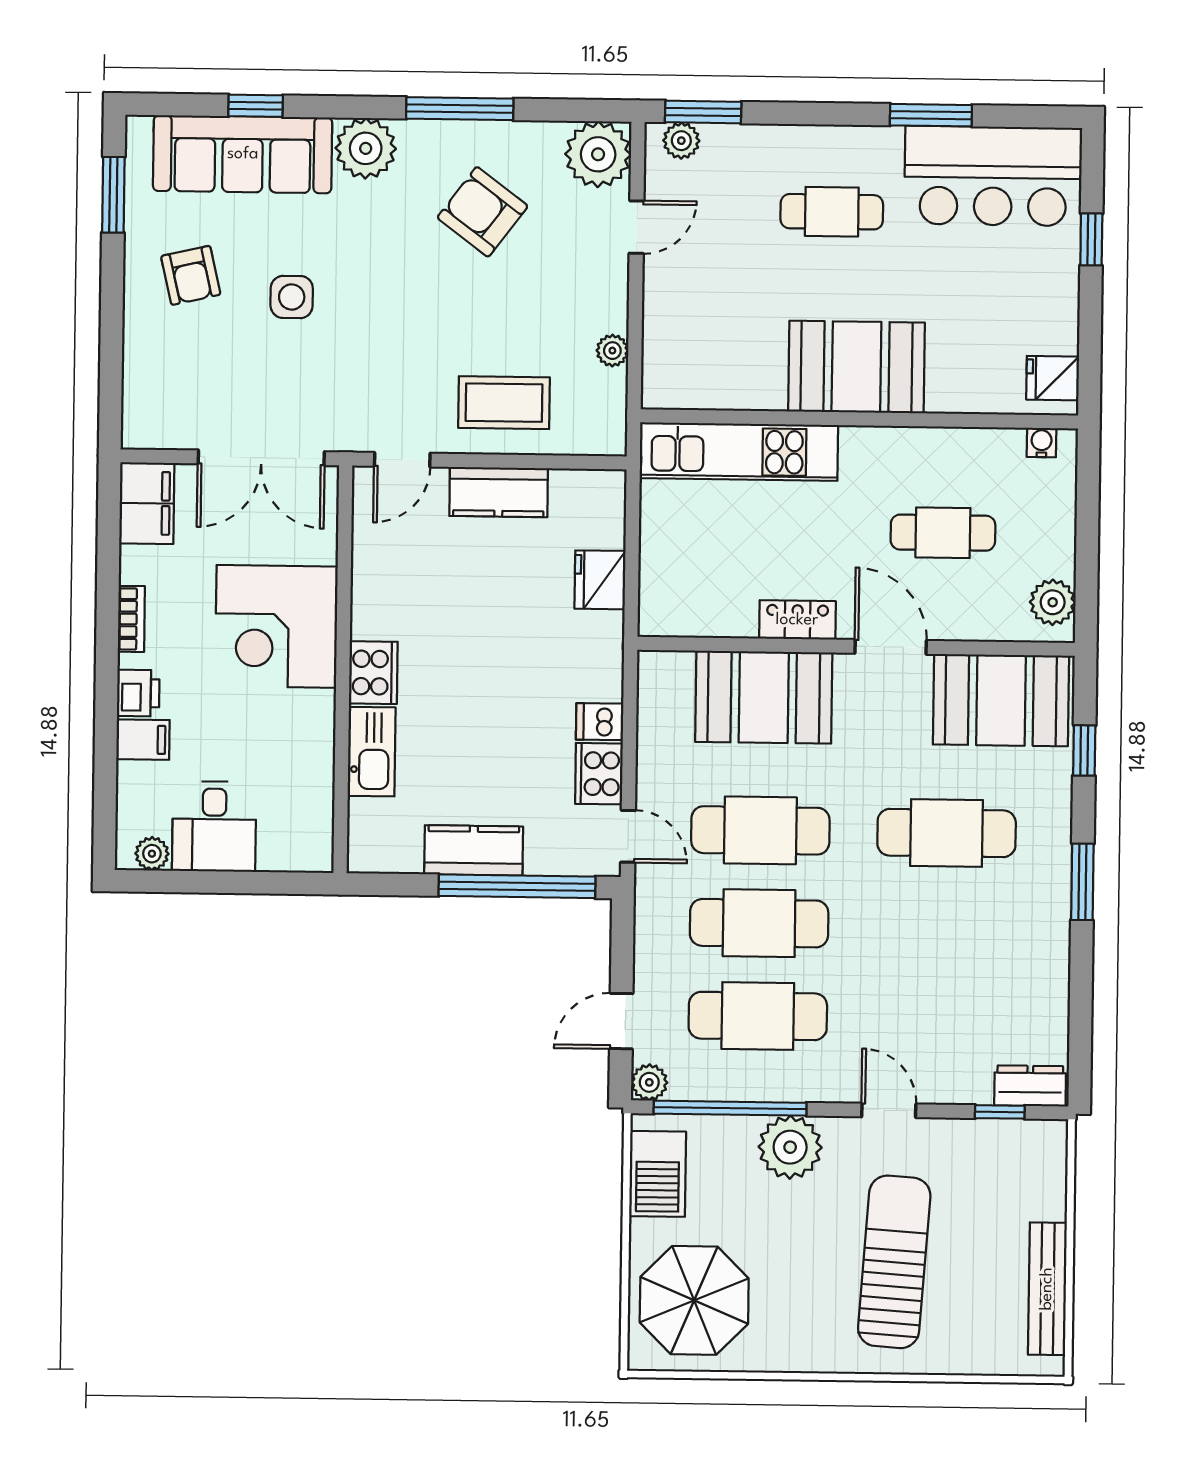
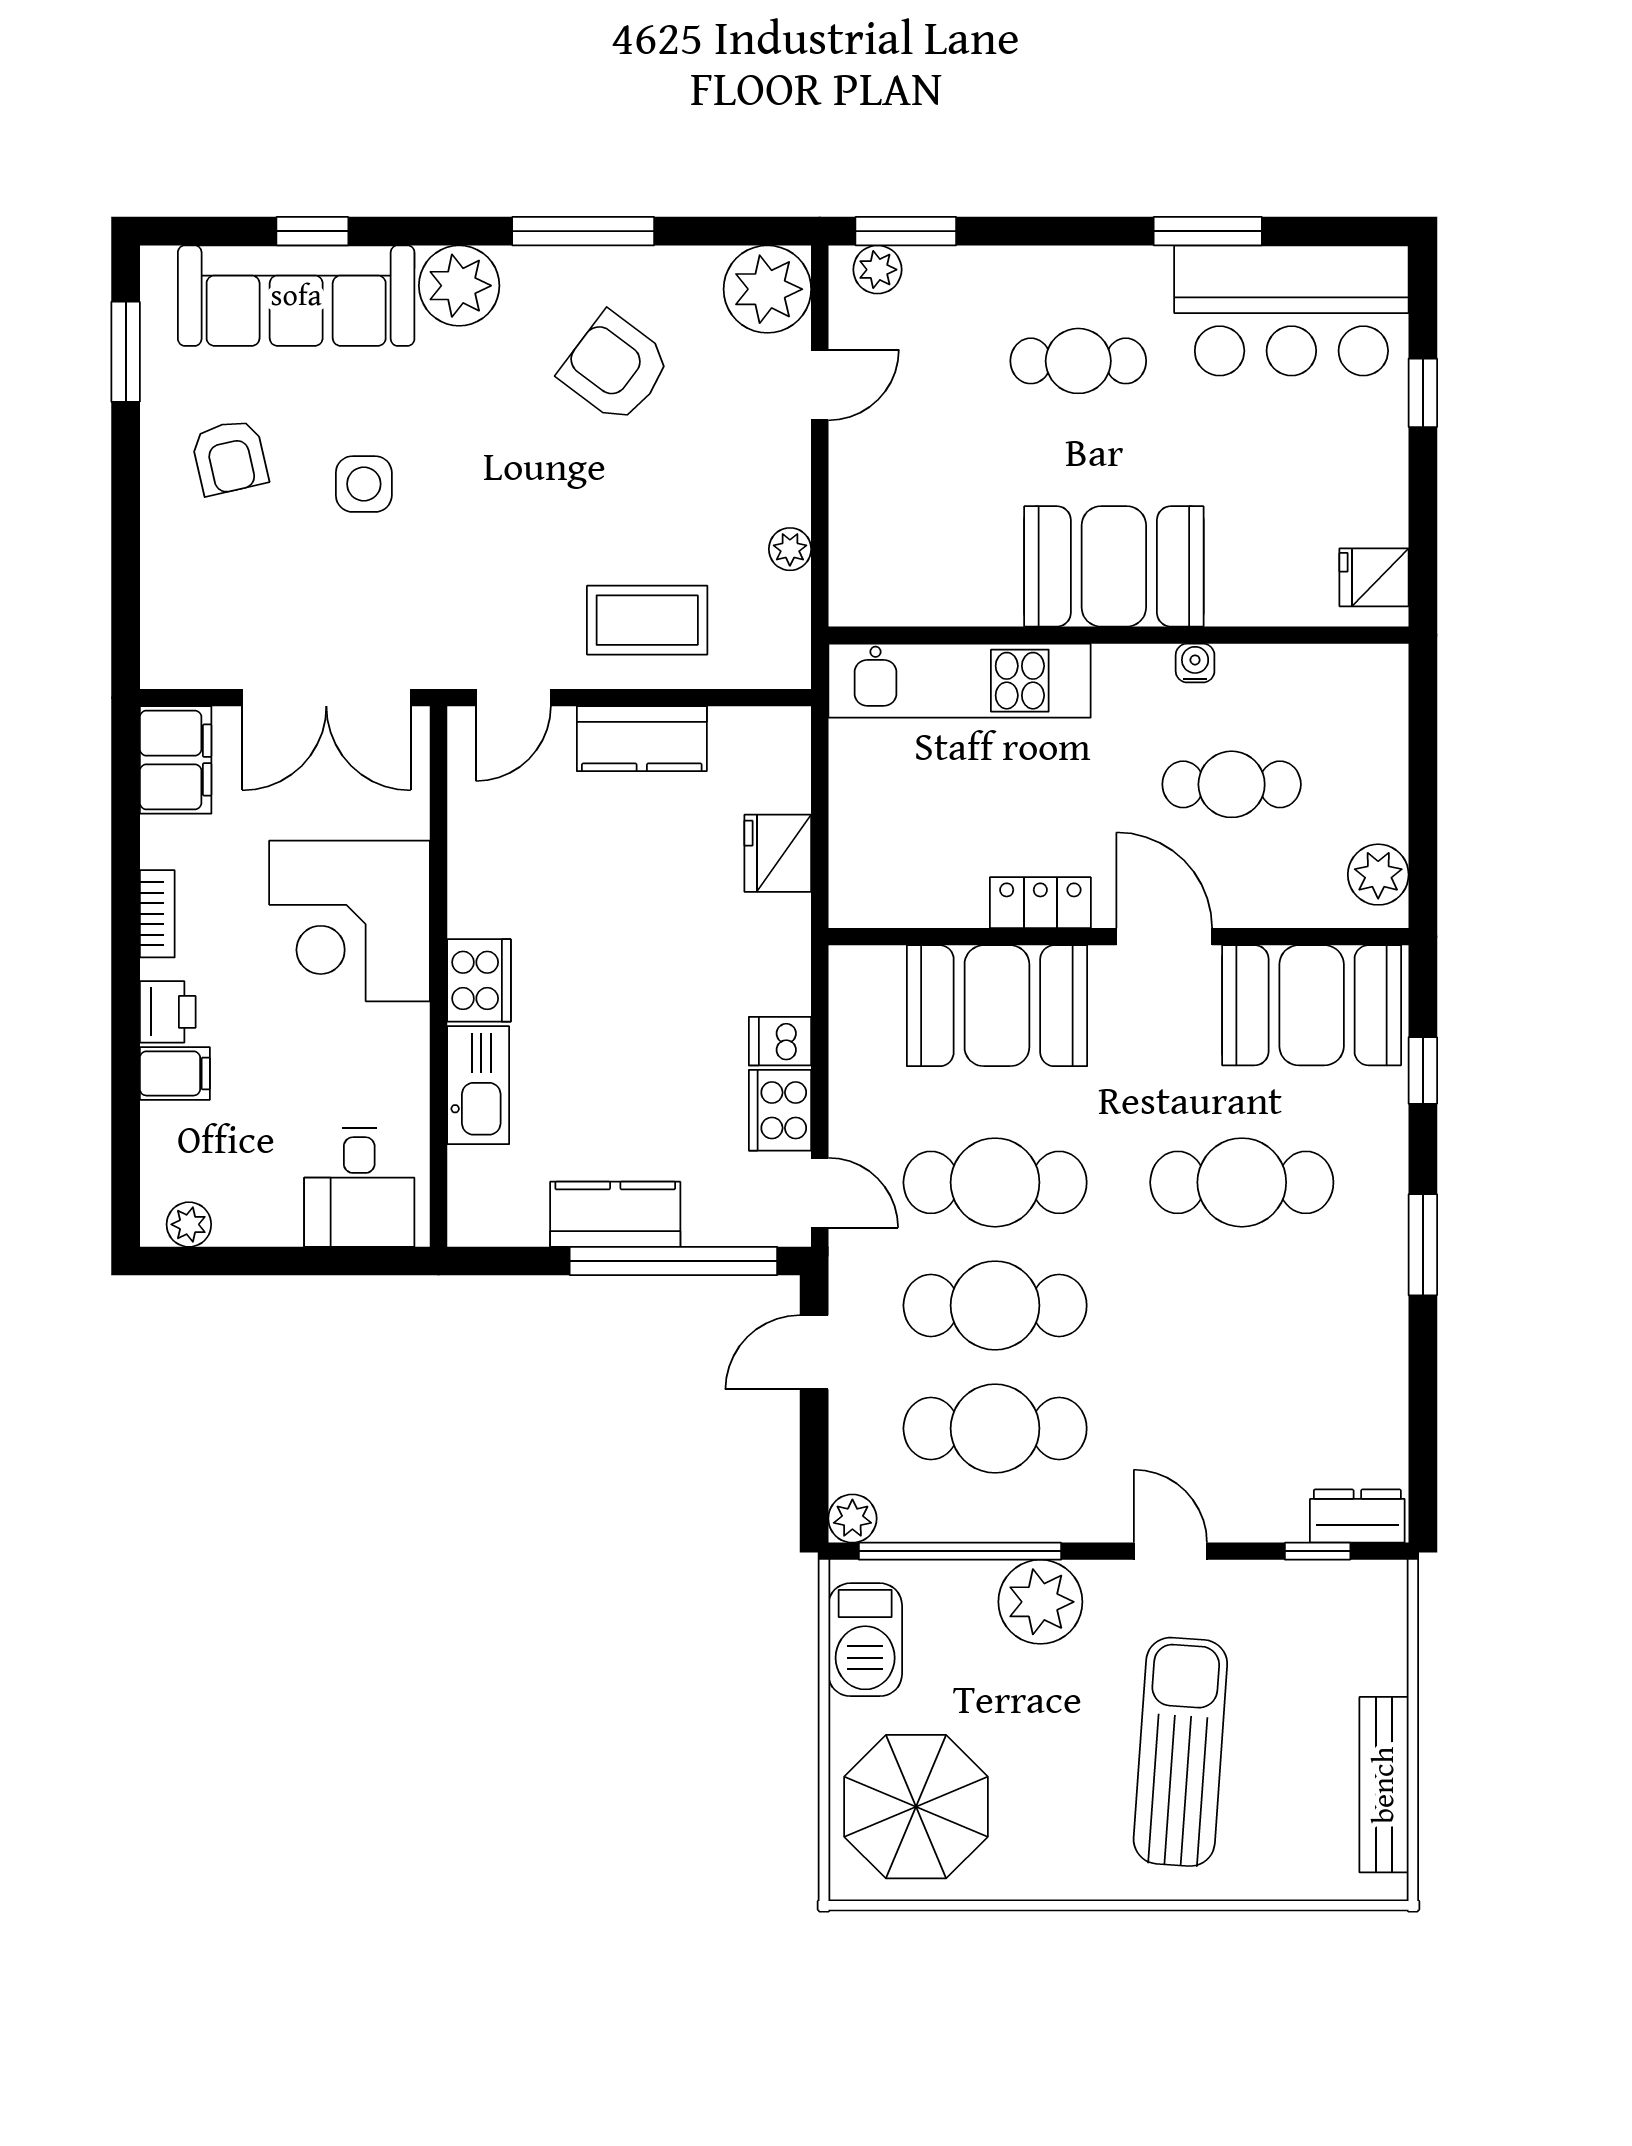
water cooler: (1042, 443) -> (1195, 663), moved
desk: (214, 826) -> (359, 1187), moved
door: (621, 1021) -> (814, 1352), moved

